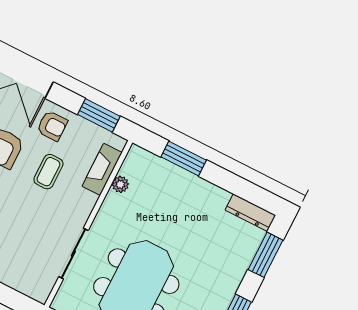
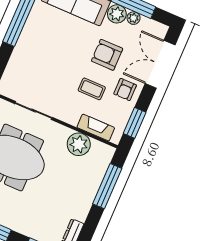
window: (184, 158) -> (107, 186), width x1.44
plant: (120, 184) -> (79, 144), width x1.88, depth x1.88

